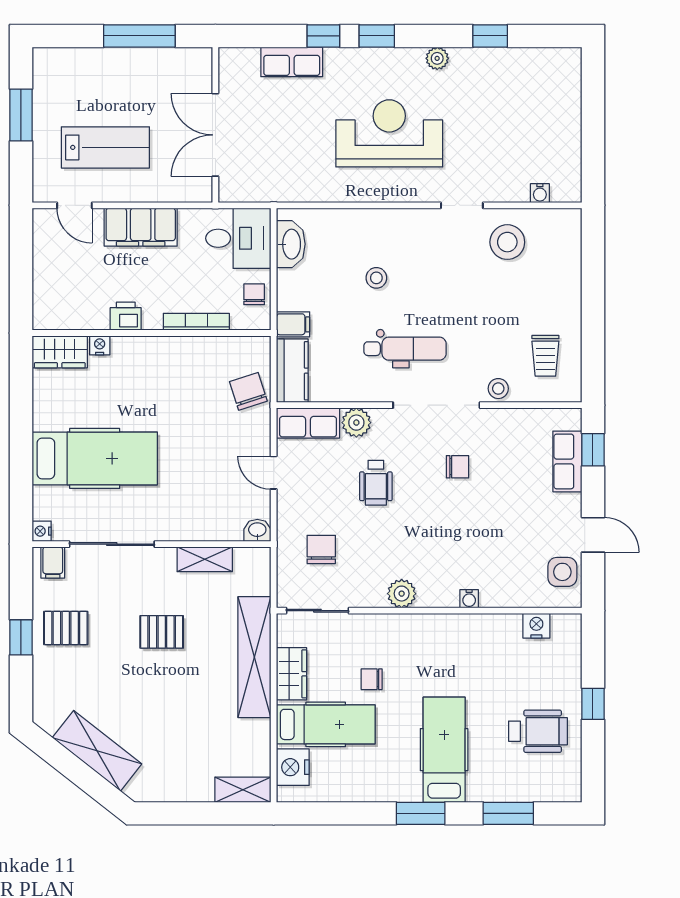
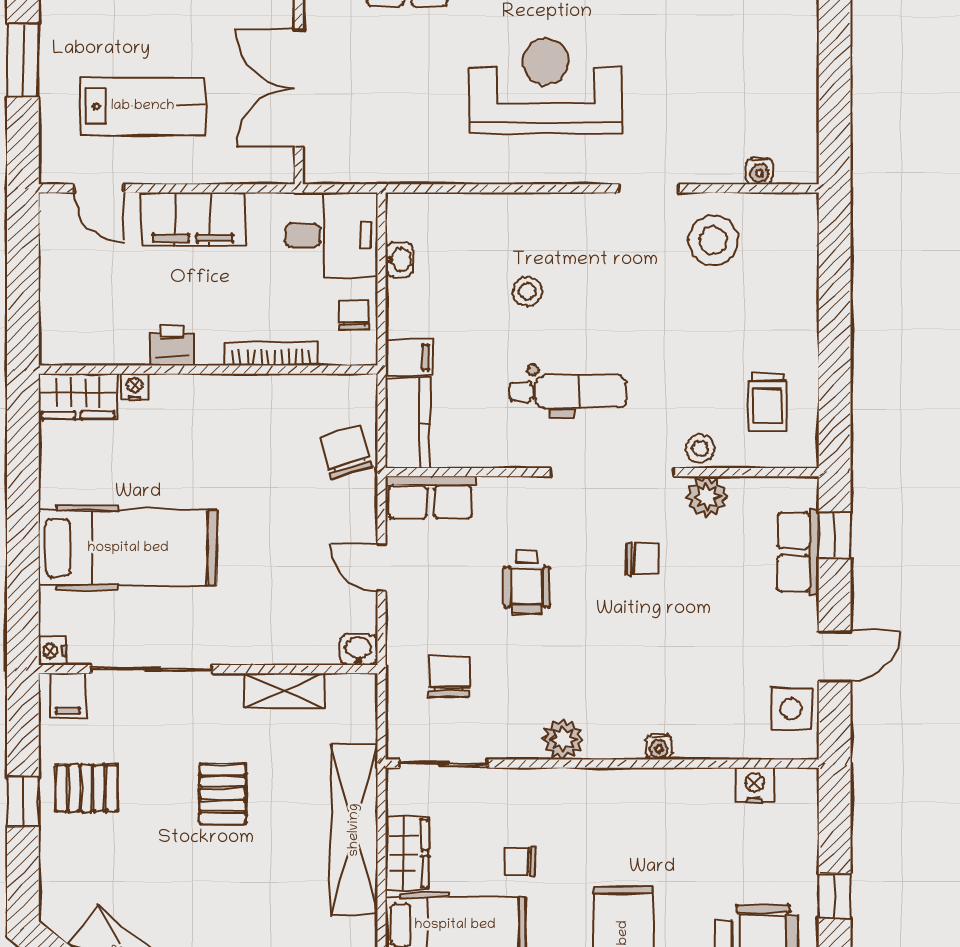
washbasin: (291, 244) -> (399, 259), width x0.52, depth x0.69
plant: (356, 423) -> (707, 497), moved
door: (593, 535) -> (835, 656), hinge flipped
pallet: (162, 632) -> (223, 794), turned 90

